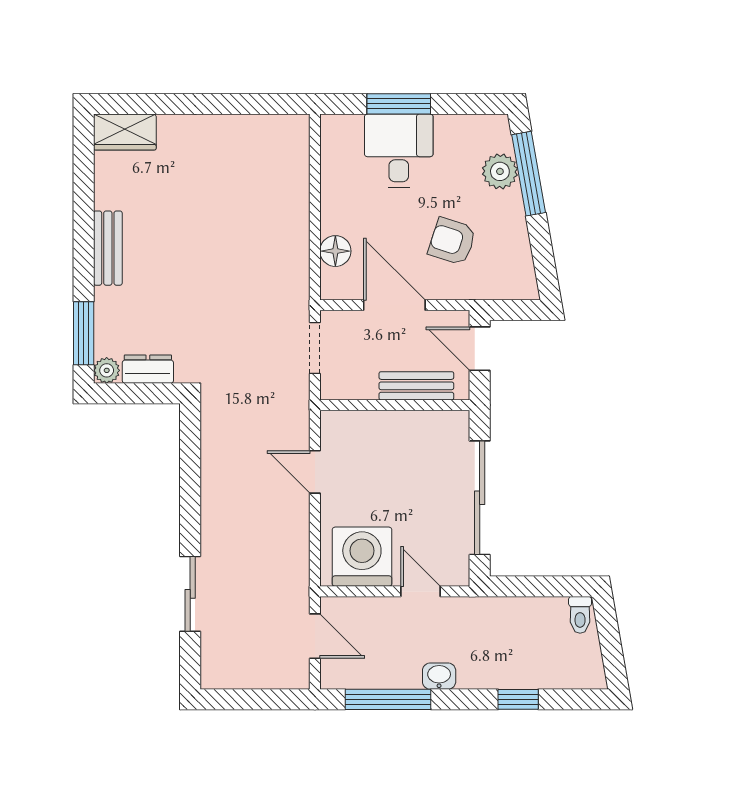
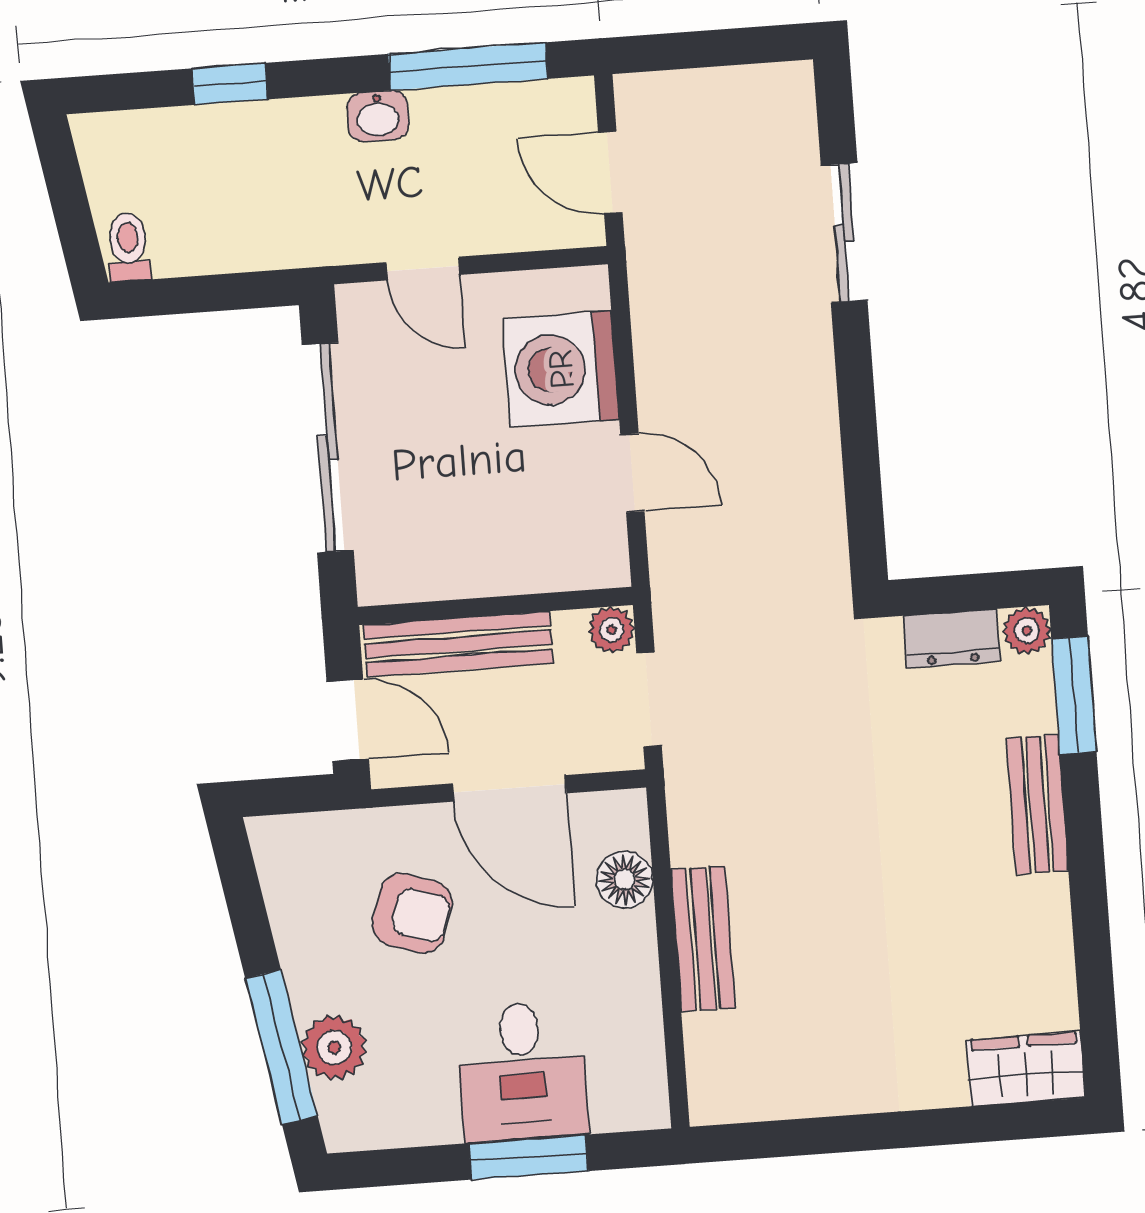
bench: (295, 216) -> (703, 939), added
bench: (108, 248) -> (1037, 804), moved
bench: (416, 386) -> (458, 644), width x1.36
plant: (333, 387) -> (611, 630), added
washing machine: (362, 557) -> (561, 369), moved, turned 90

